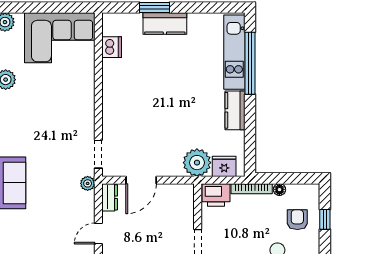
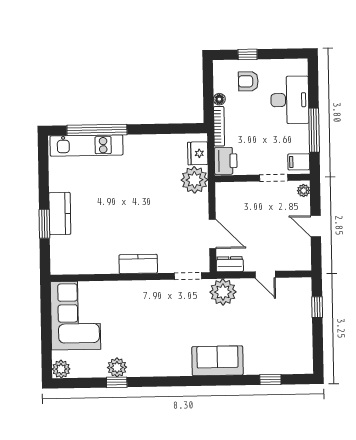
dishwasher: (112, 47) -> (84, 265), removed
kitchen counter: (235, 110) -> (138, 264), moved, turned 180
plant: (88, 183) -> (223, 292), width x1.88, depth x1.88

